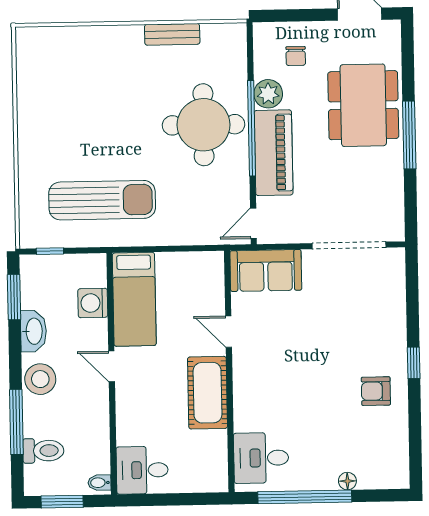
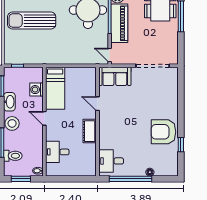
sun lounger: (102, 200) -> (32, 21), moved, turned 180
door: (253, 223) -> (110, 55), hinge flipped
window: (414, 363) -> (181, 145), moved
armchair: (376, 391) -> (163, 132), width x1.88, depth x1.88
cot: (208, 393) -> (90, 131), width x0.73, depth x0.75
desk: (142, 470) -> (57, 152), moved

